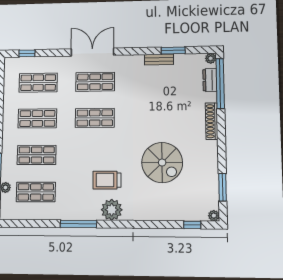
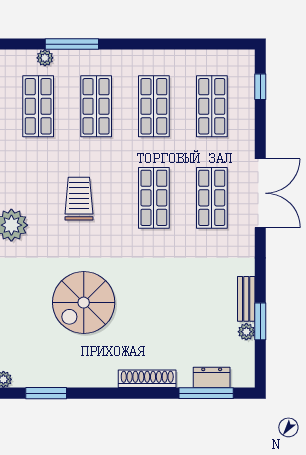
plant: (211, 58) -> (246, 332), moved
window: (220, 83) -> (206, 393), width x0.68
trolley: (107, 180) -> (79, 199), moved

